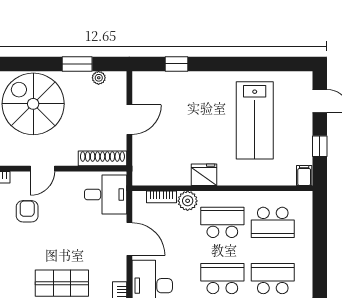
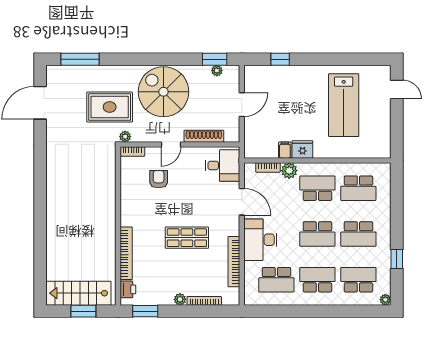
window: (77, 64) -> (215, 59), moved
window: (320, 146) -> (397, 126), removed
shoe rack: (102, 158) -> (204, 136), moved
filing cabinet: (304, 176) -> (285, 150), moved
school desk: (222, 279) -> (317, 234), turned 180
school desk: (273, 279) -> (358, 234), turned 180

